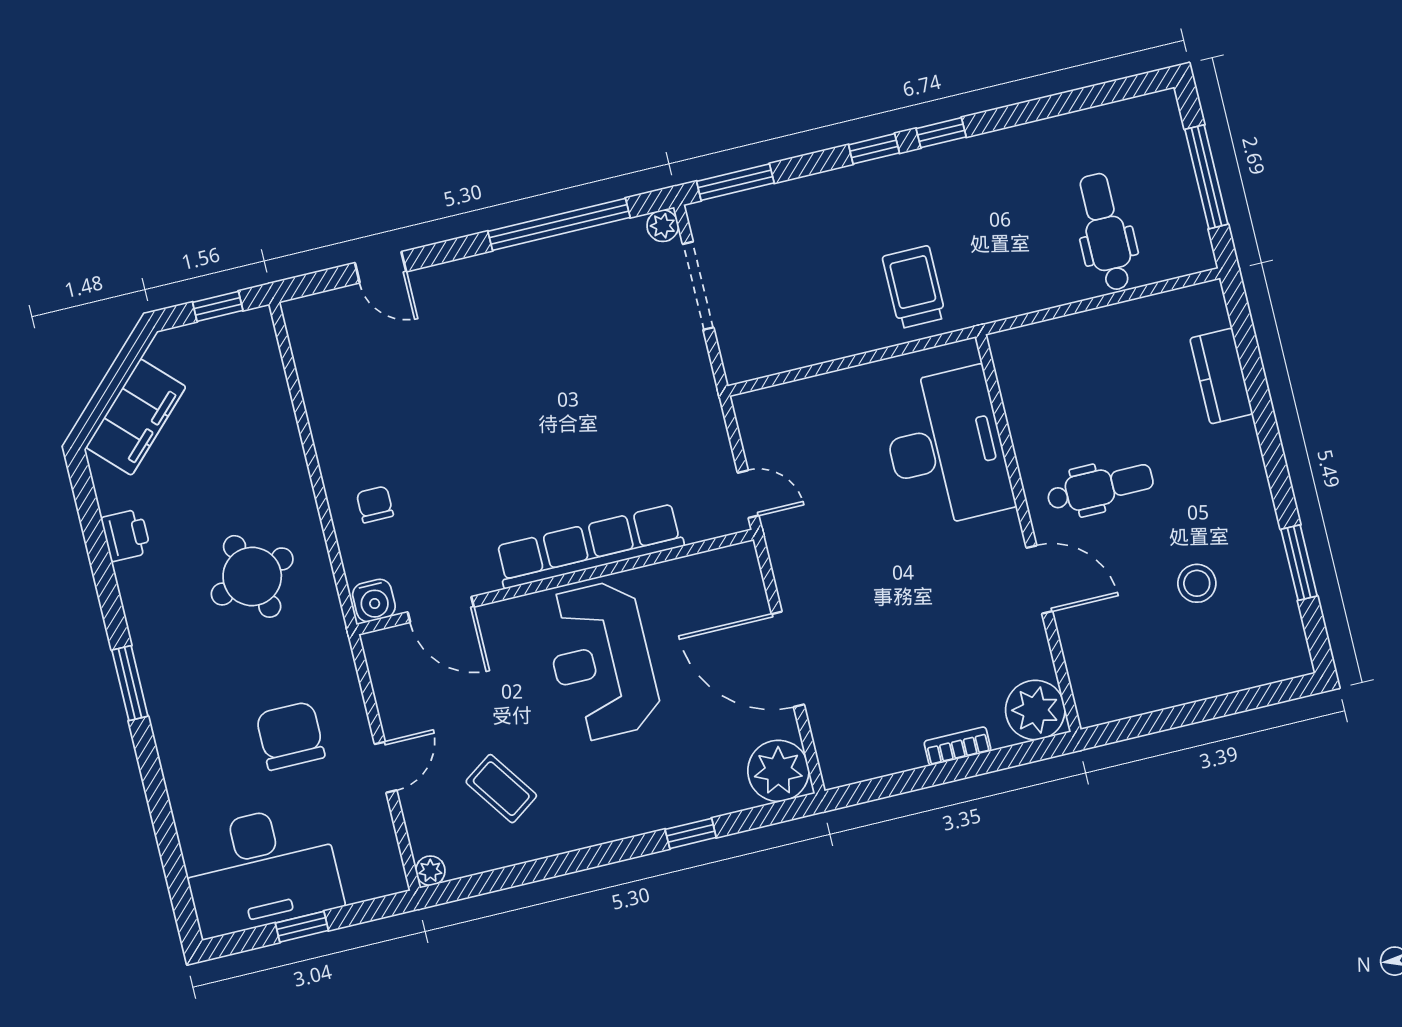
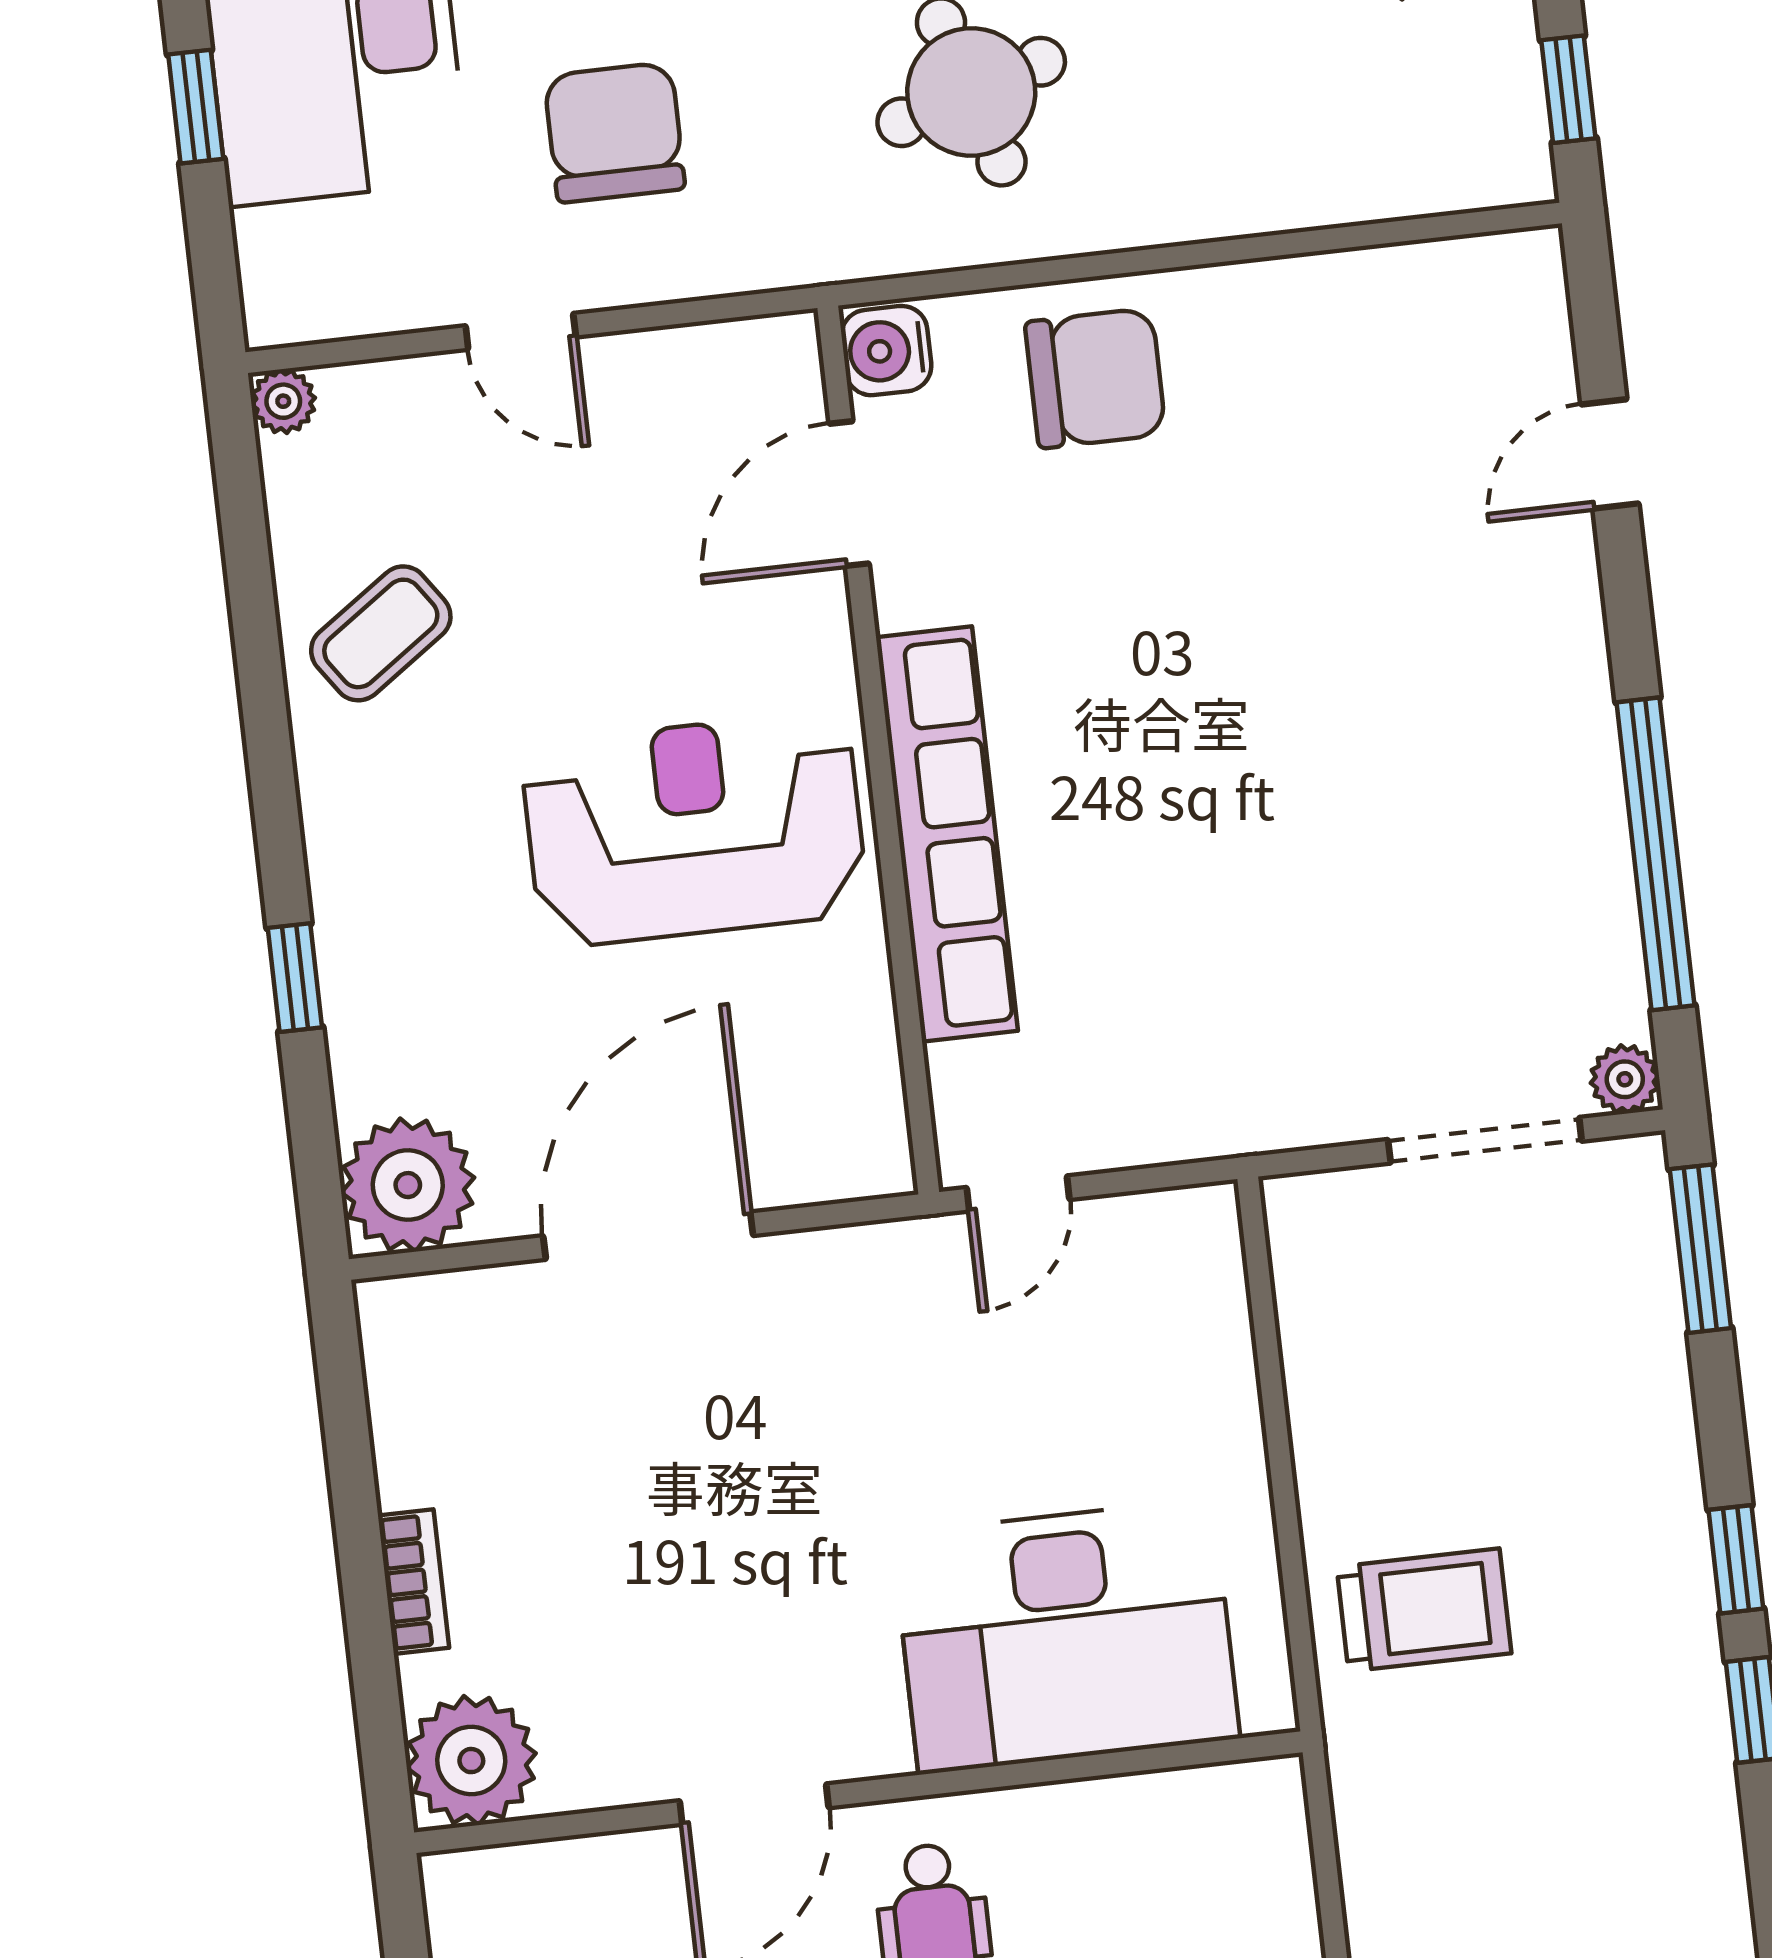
chair: (375, 504) -> (1095, 378), width x1.87, depth x1.87
chair: (290, 736) -> (614, 132), turned -90
coffee table: (501, 789) -> (381, 633), moved

